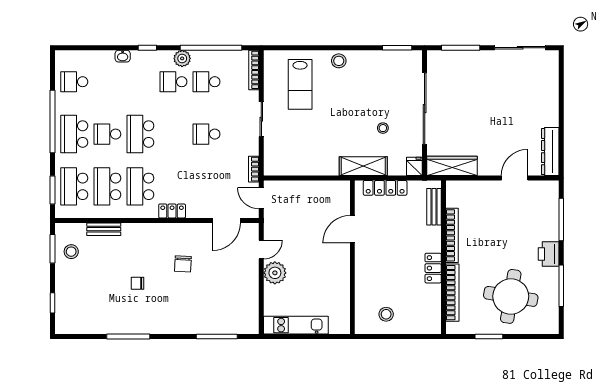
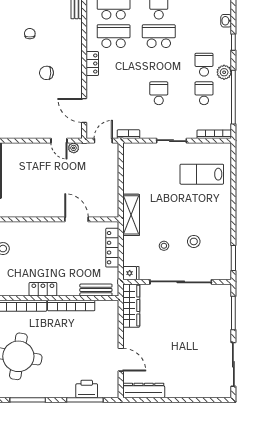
stool: (339, 61) -> (194, 241), moved
shelving: (363, 166) -> (131, 215), moved
printer: (549, 254) -> (87, 389), moved
plant: (275, 273) -> (74, 148), moved, width x0.53, depth x0.53

